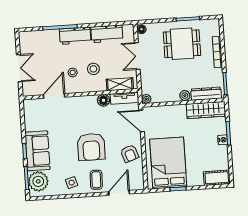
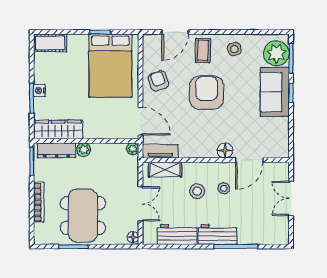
dining table: (182, 44) -> (83, 216), width x1.38
floor lamp: (103, 100) -> (225, 151), moved

